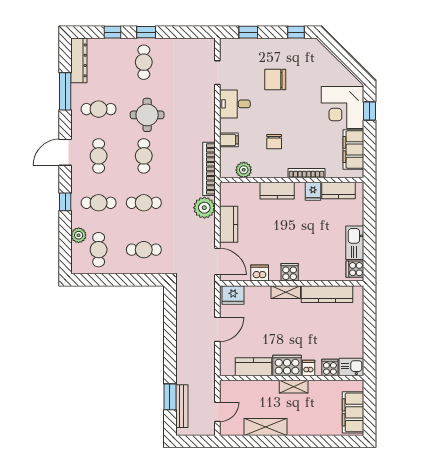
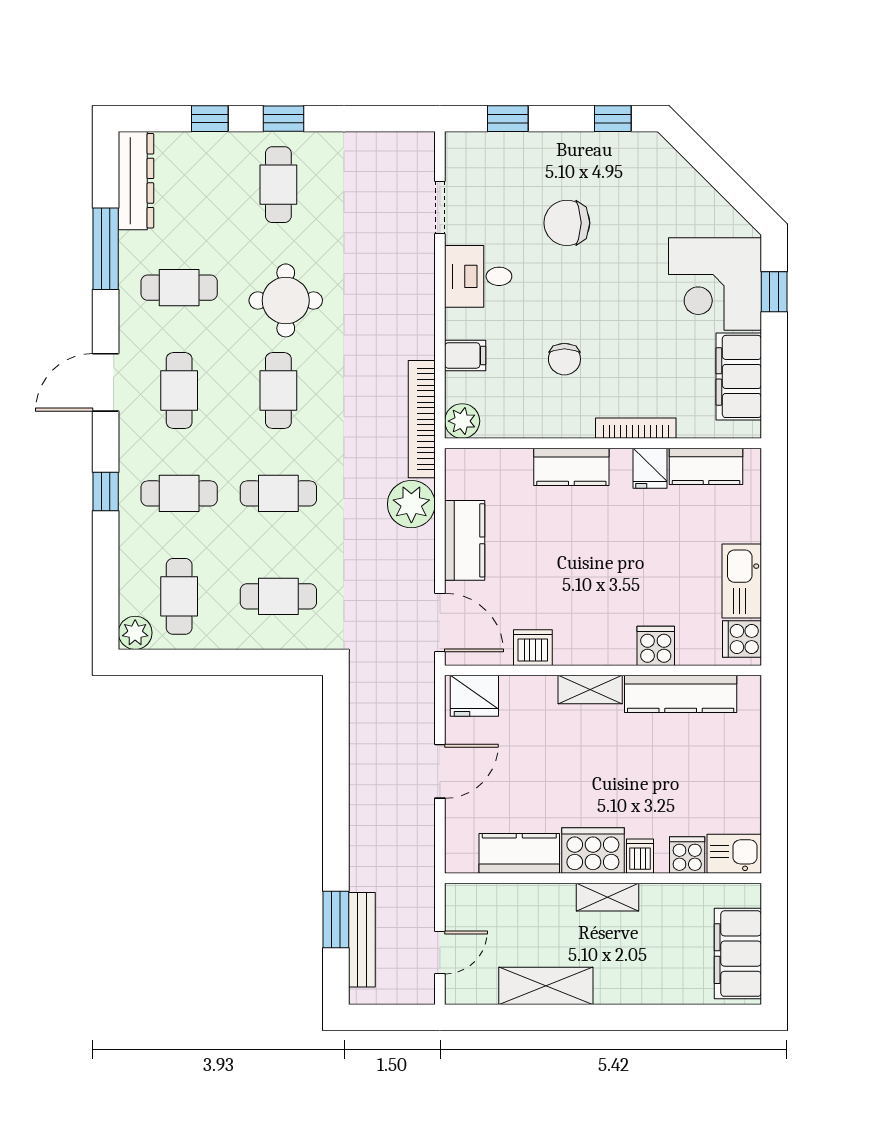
plant: (244, 170) -> (462, 421), moved
plant: (79, 235) -> (135, 633), moved
cooker: (290, 272) -> (656, 646), moved

